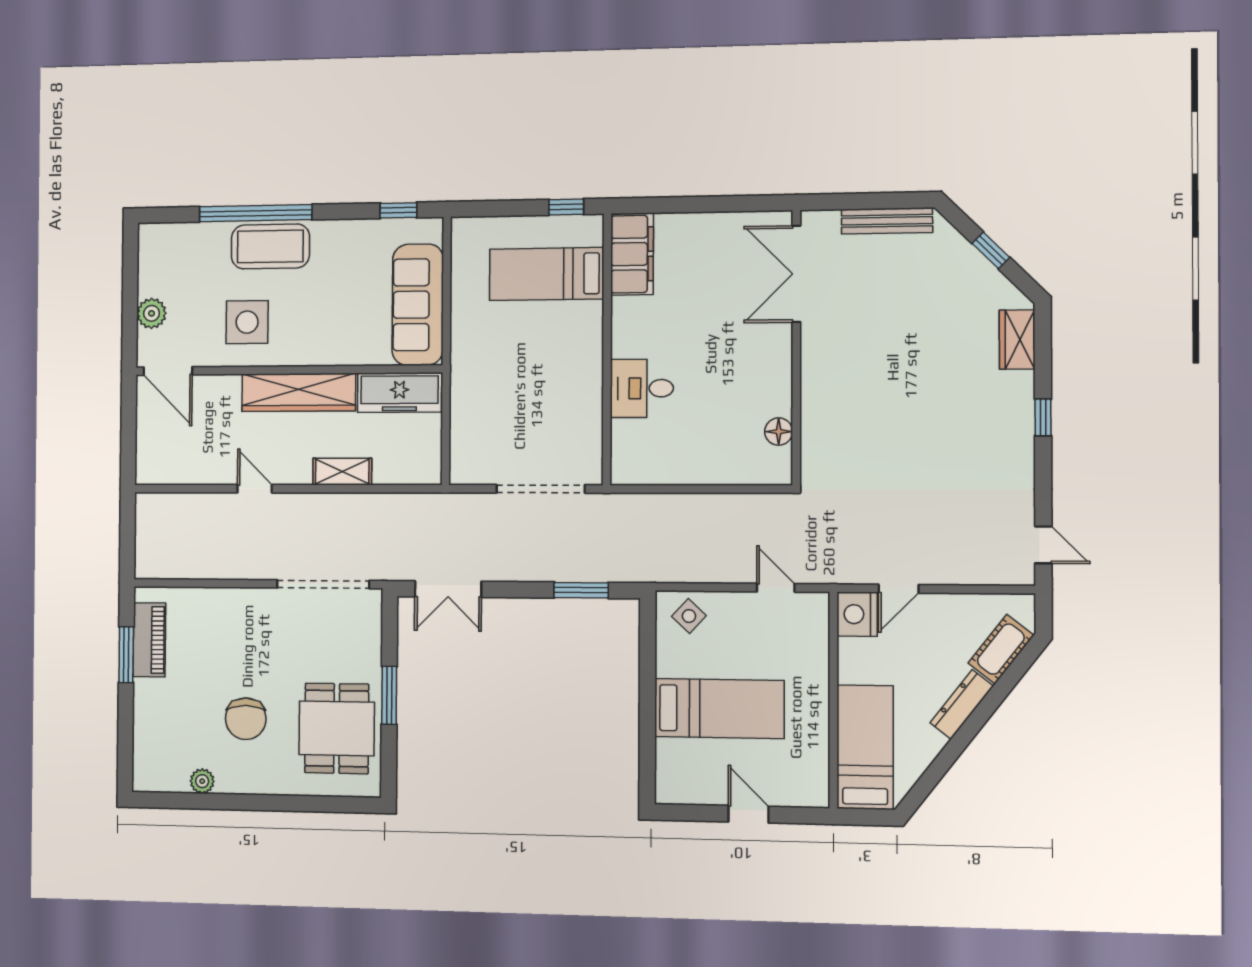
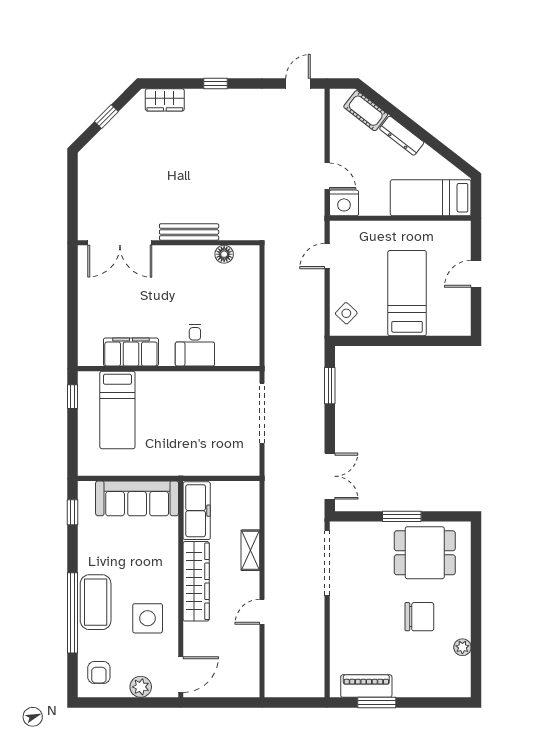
bench: (887, 221) -> (189, 232), moved, turned 90
armchair: (172, 253) -> (99, 672), added
filing cabinet: (632, 254) -> (131, 352), moved

